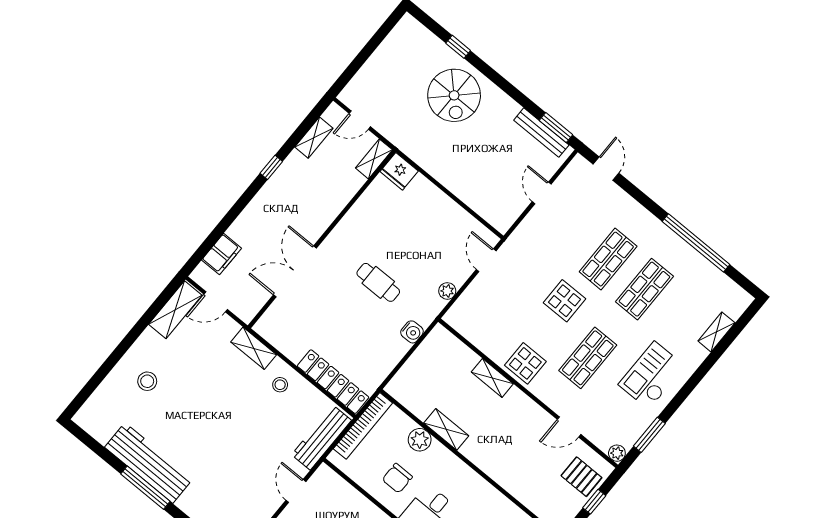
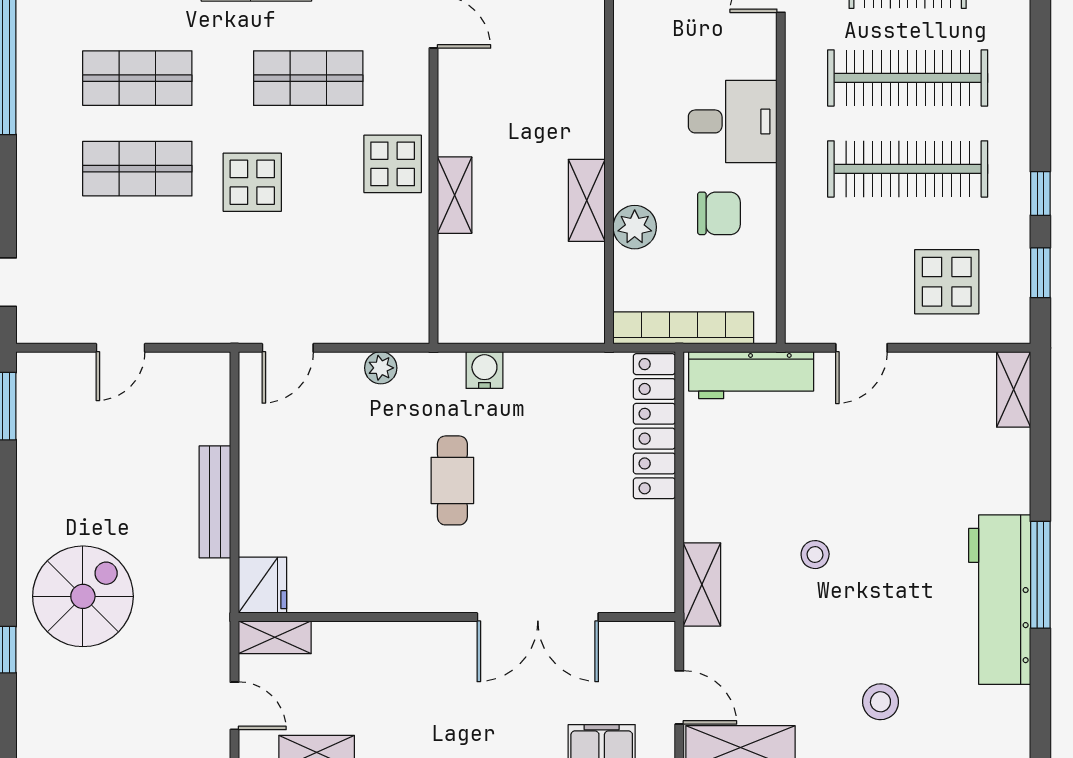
bench: (541, 133) -> (215, 502), moved
stool: (280, 385) -> (815, 555), moved

